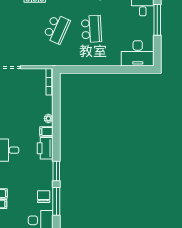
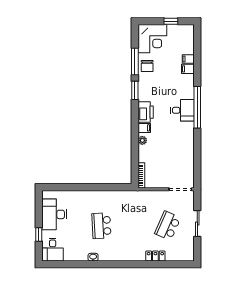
window: (157, 20) -> (39, 234), width x0.46
school desk: (57, 29) -> (168, 226), moved
desk: (138, 53) -> (54, 214), moved, turned -90

